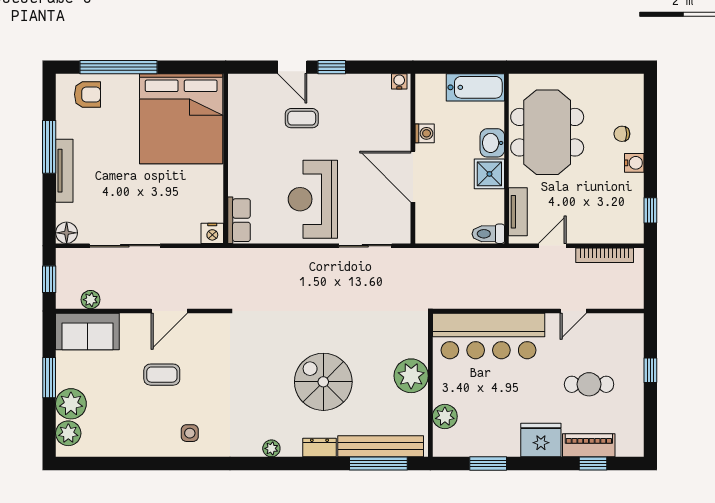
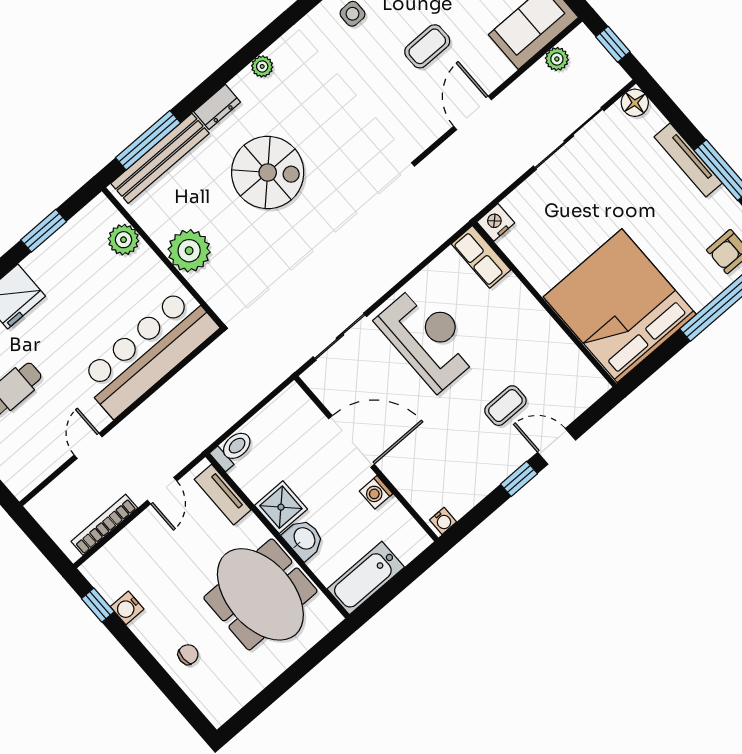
water cooler: (634, 163) -> (127, 608), moved

